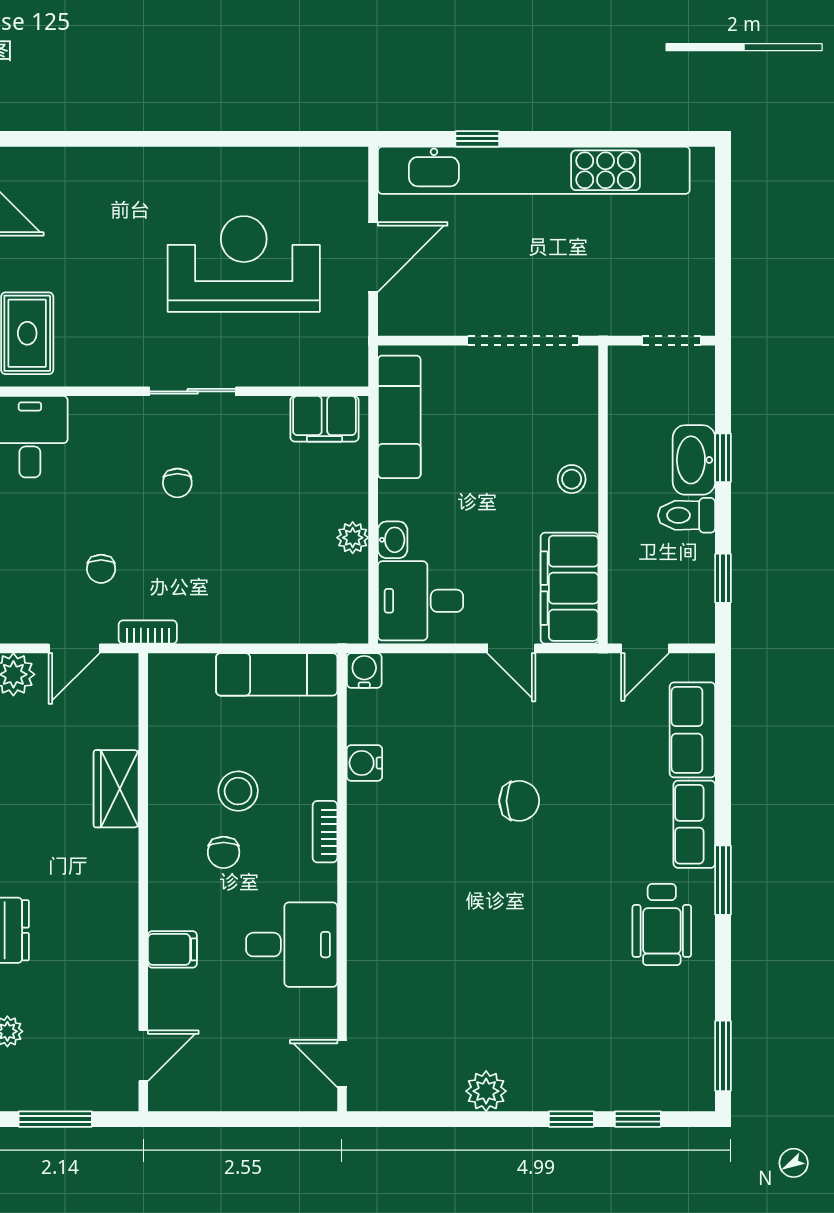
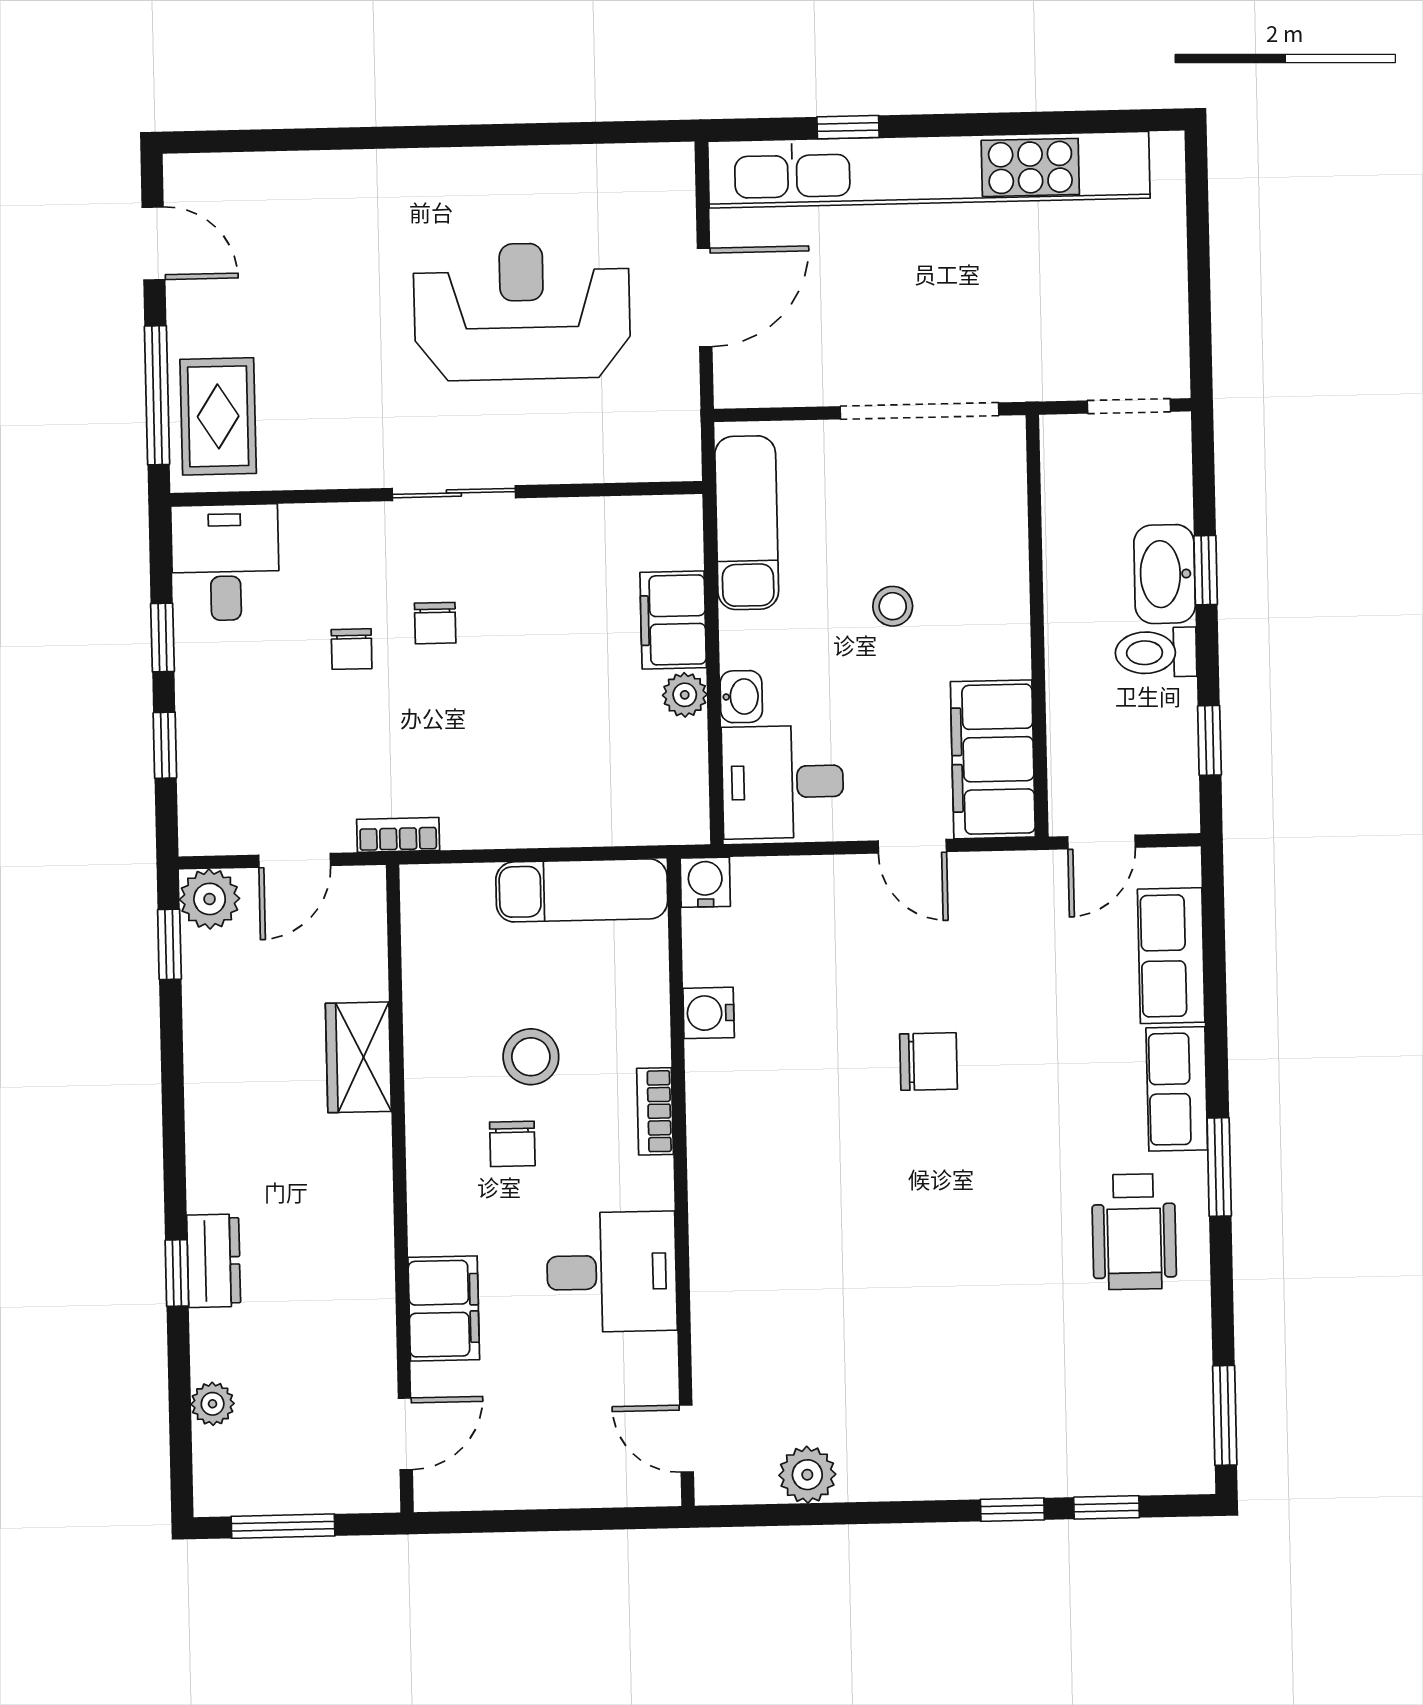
filing cabinet: (324, 419) -> (673, 620), moved, turned 90
stool: (572, 479) -> (893, 606), moved
chair: (101, 569) -> (352, 649), moved
filing cabinet: (172, 949) -> (444, 1309), width x2.00
plant: (486, 1091) -> (807, 1475), moved

